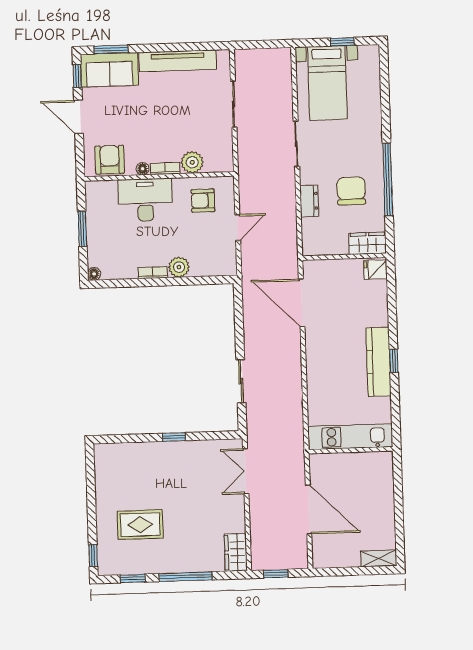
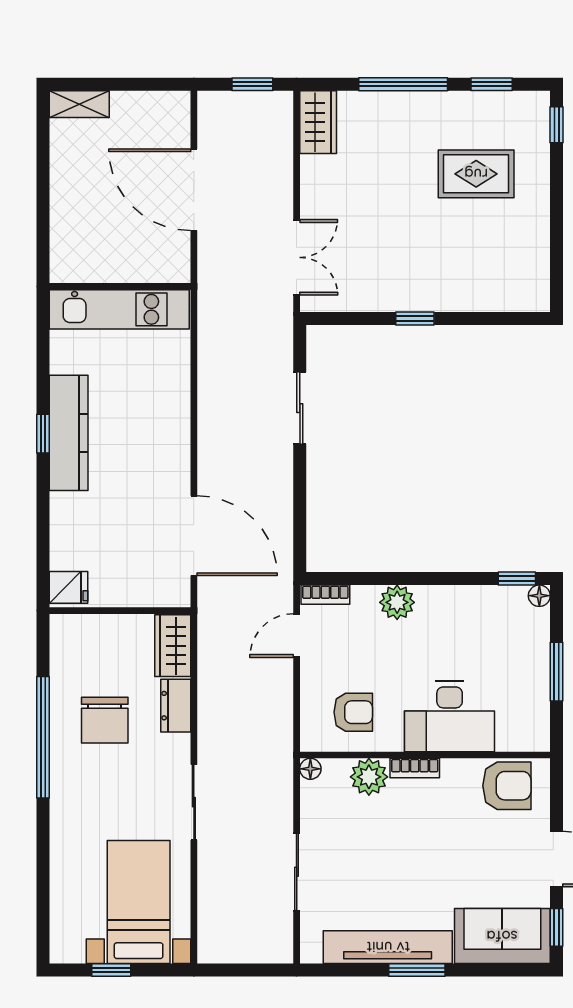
window: (111, 49) -> (417, 970), moved
armchair: (110, 160) -> (507, 786), turned -90
floor lamp: (143, 169) -> (310, 769), moved
door: (238, 228) -> (297, 636), moved
wardrobe: (368, 243) -> (173, 646), moved, turned 90
bookcase: (153, 273) -> (325, 595), moved
window: (108, 284) -> (517, 578), added

